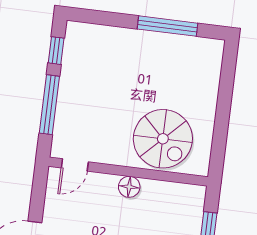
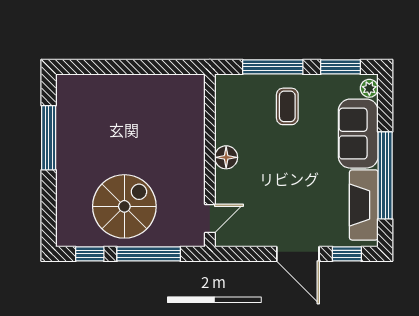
spiral stairs: (163, 139) -> (124, 206), moved
door: (75, 165) -> (210, 219), hinge flipped

